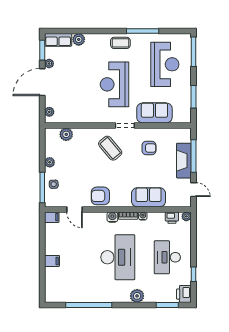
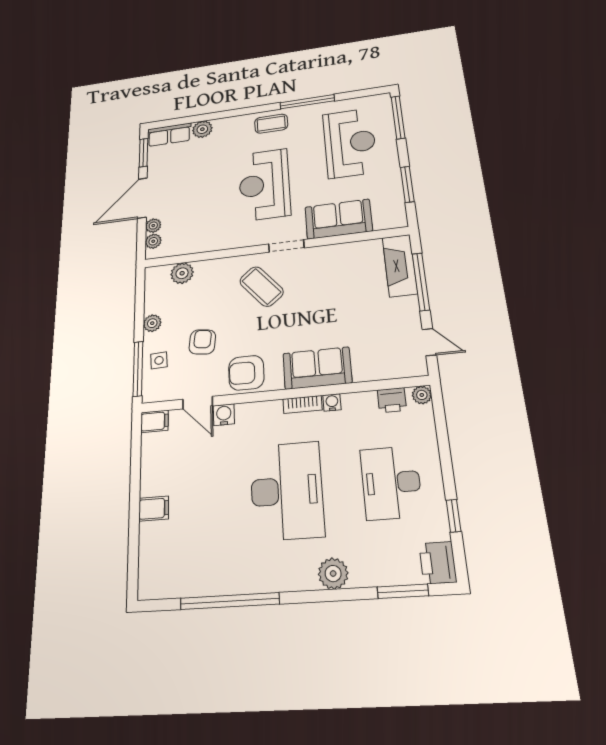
plant: (49, 64) -> (153, 226), moved
armchair: (149, 148) -> (202, 342), moved, turned -83
fireplace: (184, 161) -> (400, 265), moved
sofa: (148, 197) -> (317, 368), moved
water cooler: (112, 217) -> (224, 415), moved

